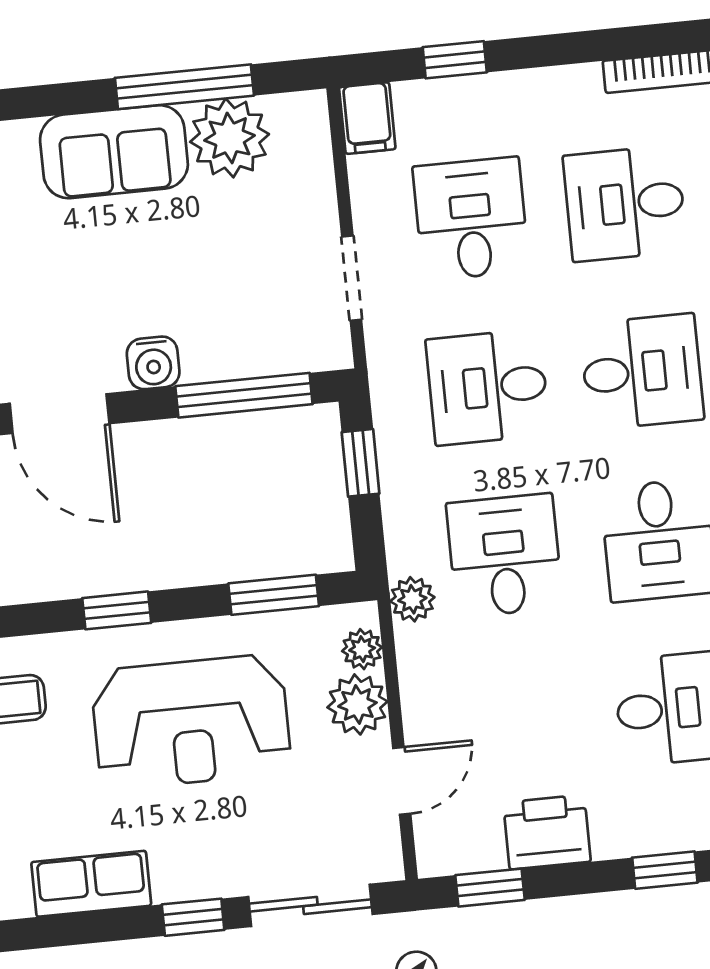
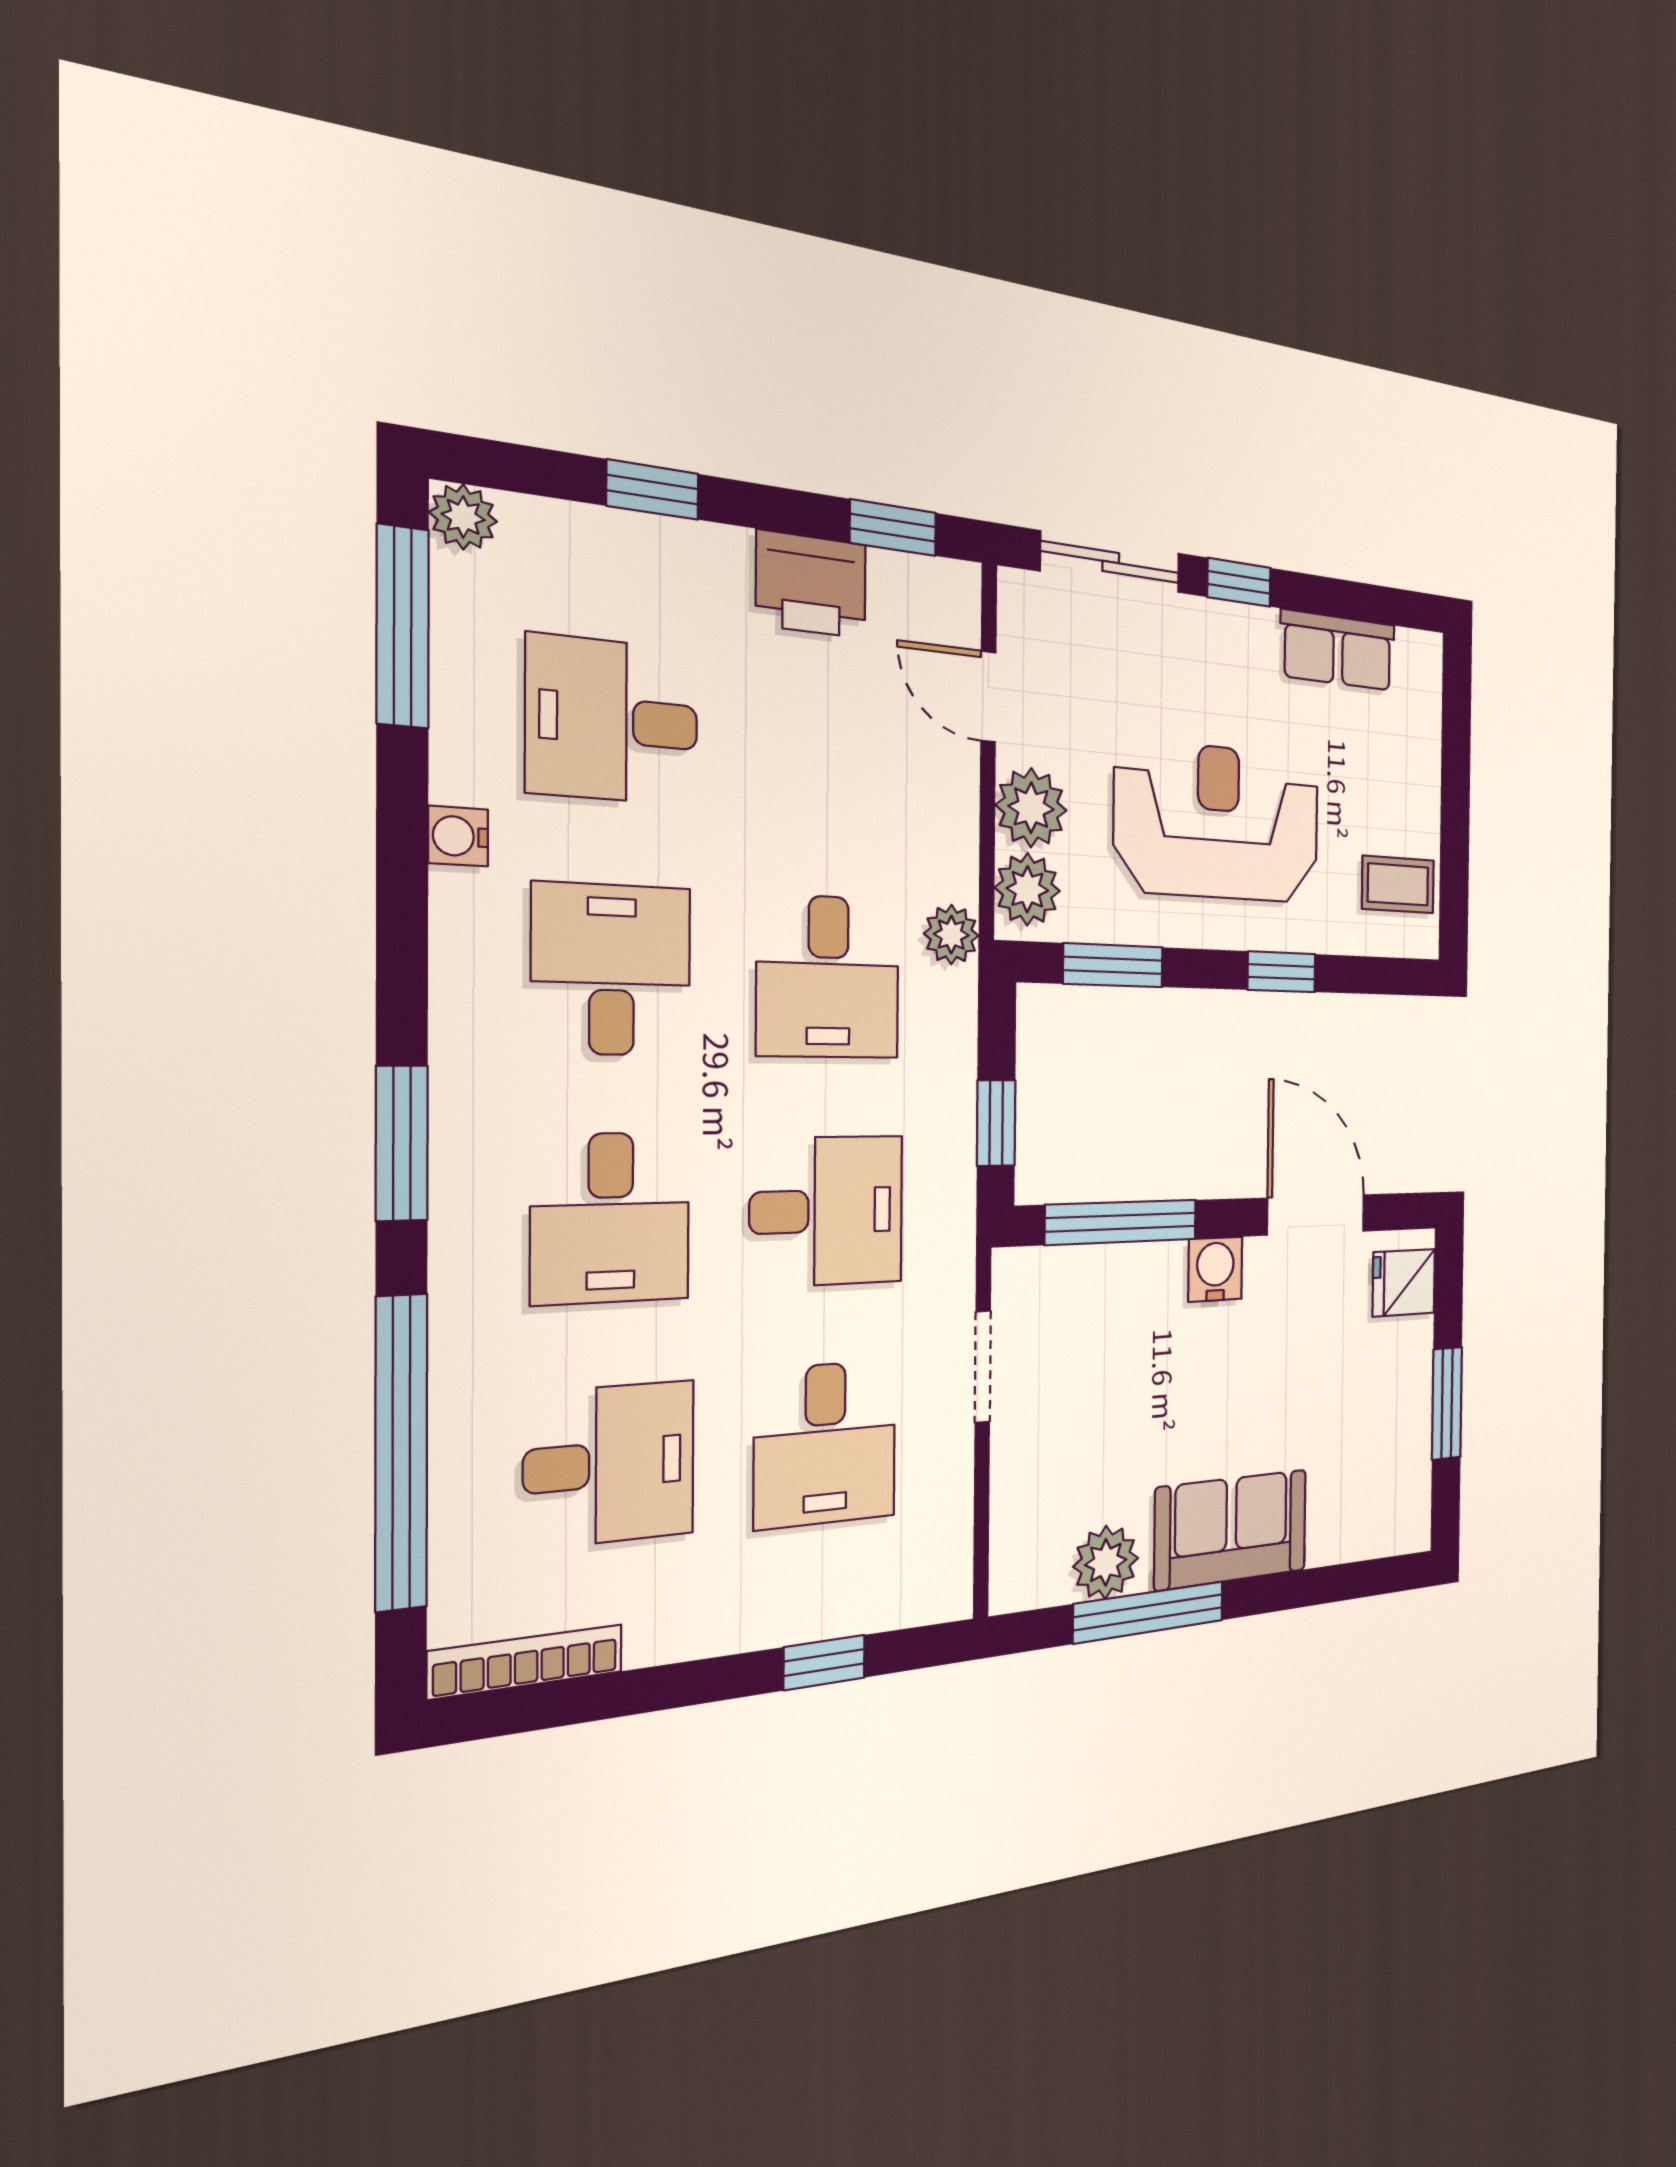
filing cabinet: (367, 118) -> (943, 1579), removed
plant: (230, 138) -> (1106, 1562), width x0.73, depth x0.73
desk: (642, 372) -> (611, 1218), turned -90
plant: (362, 649) -> (1027, 889), width x1.38, depth x1.38
door: (402, 781) -> (988, 697), hinge flipped

